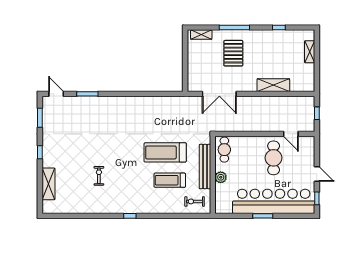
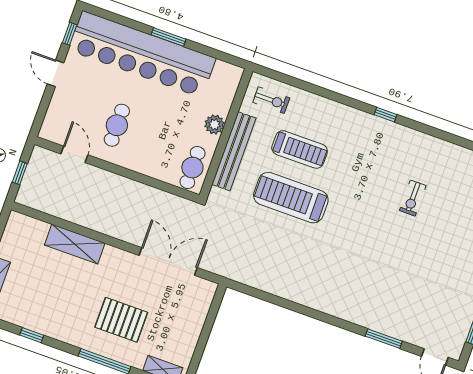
pallet: (233, 53) -> (121, 320), turned 90
treadmill: (165, 152) -> (291, 198), turned 180
cafe table: (274, 158) -> (117, 125), width x0.73, depth x0.74

